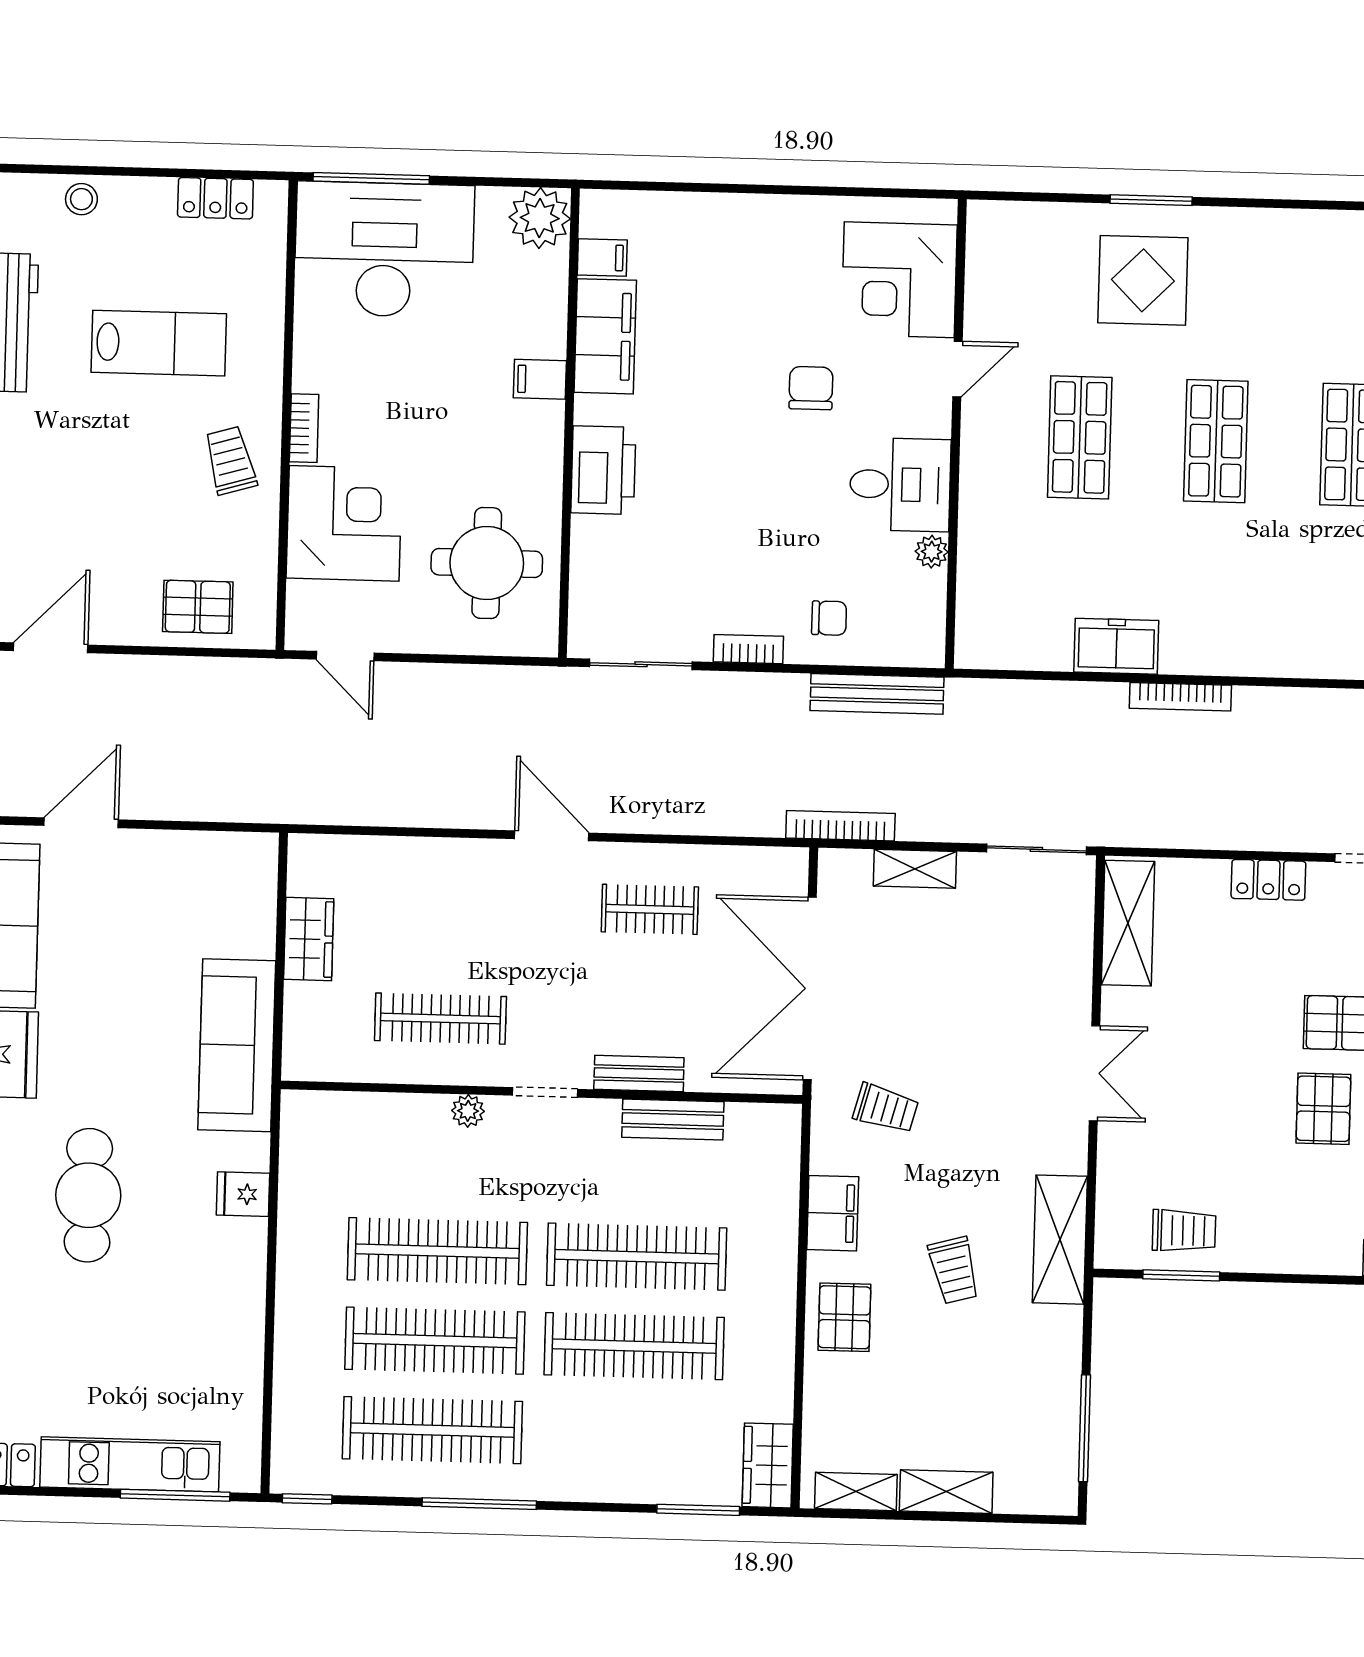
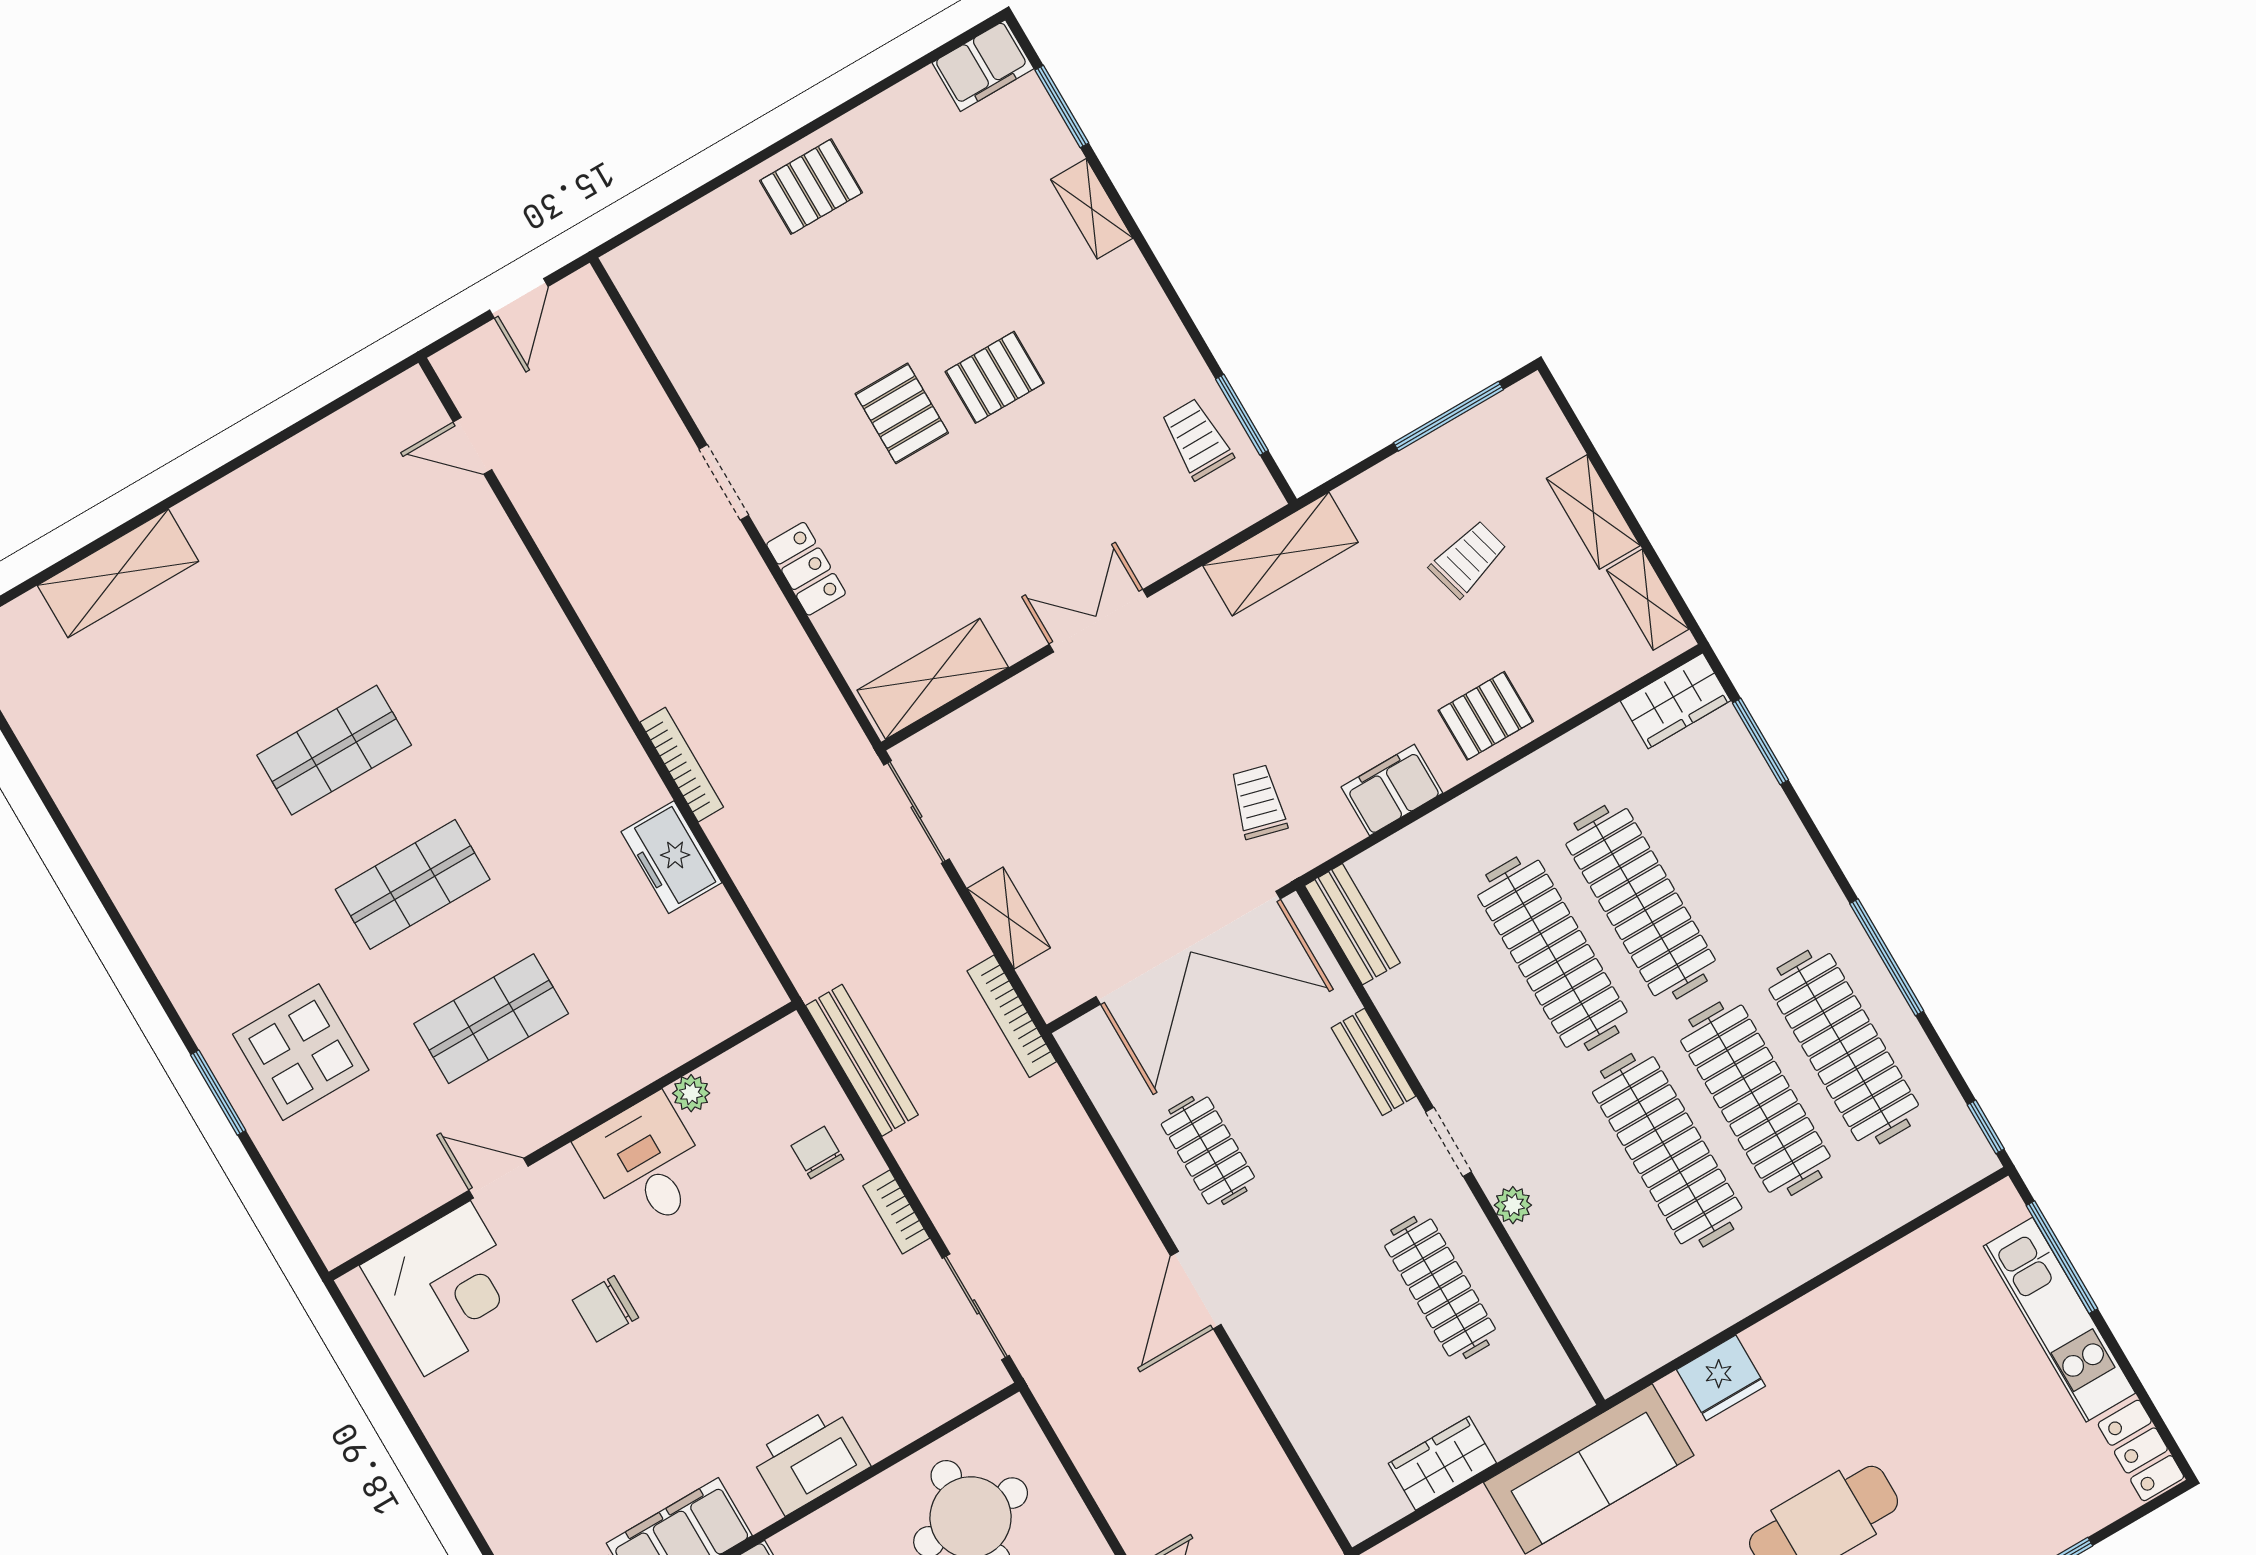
bench: (673, 1119) -> (1352, 924), moved
fridge: (243, 1194) -> (1721, 1378), width x1.38
trolley: (954, 1270) -> (1468, 559), moved

